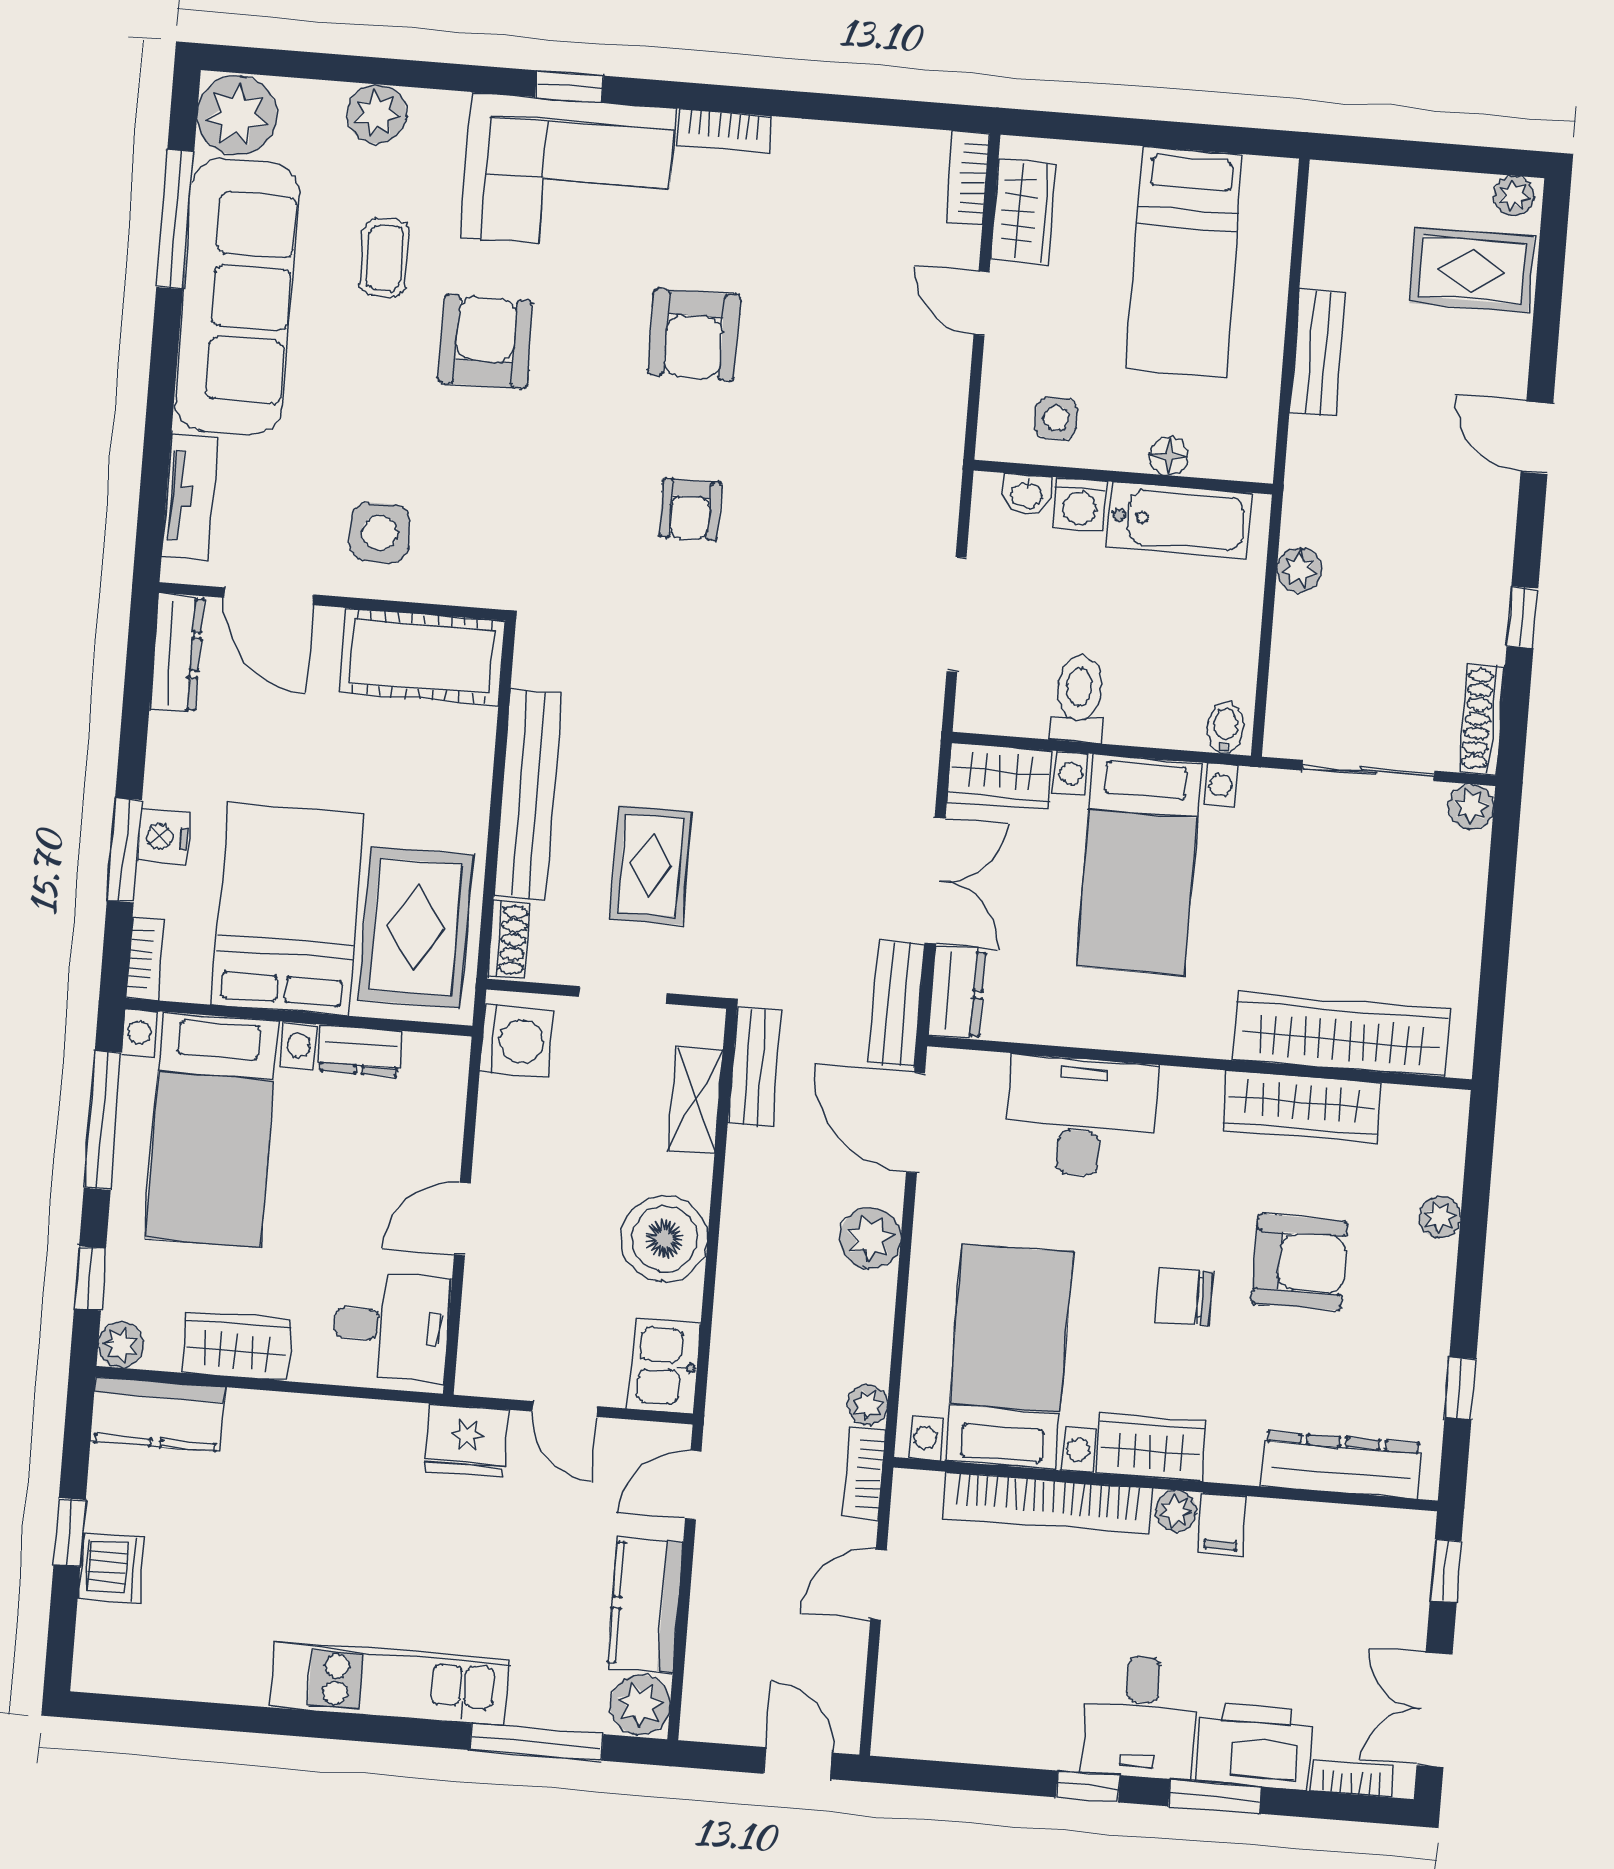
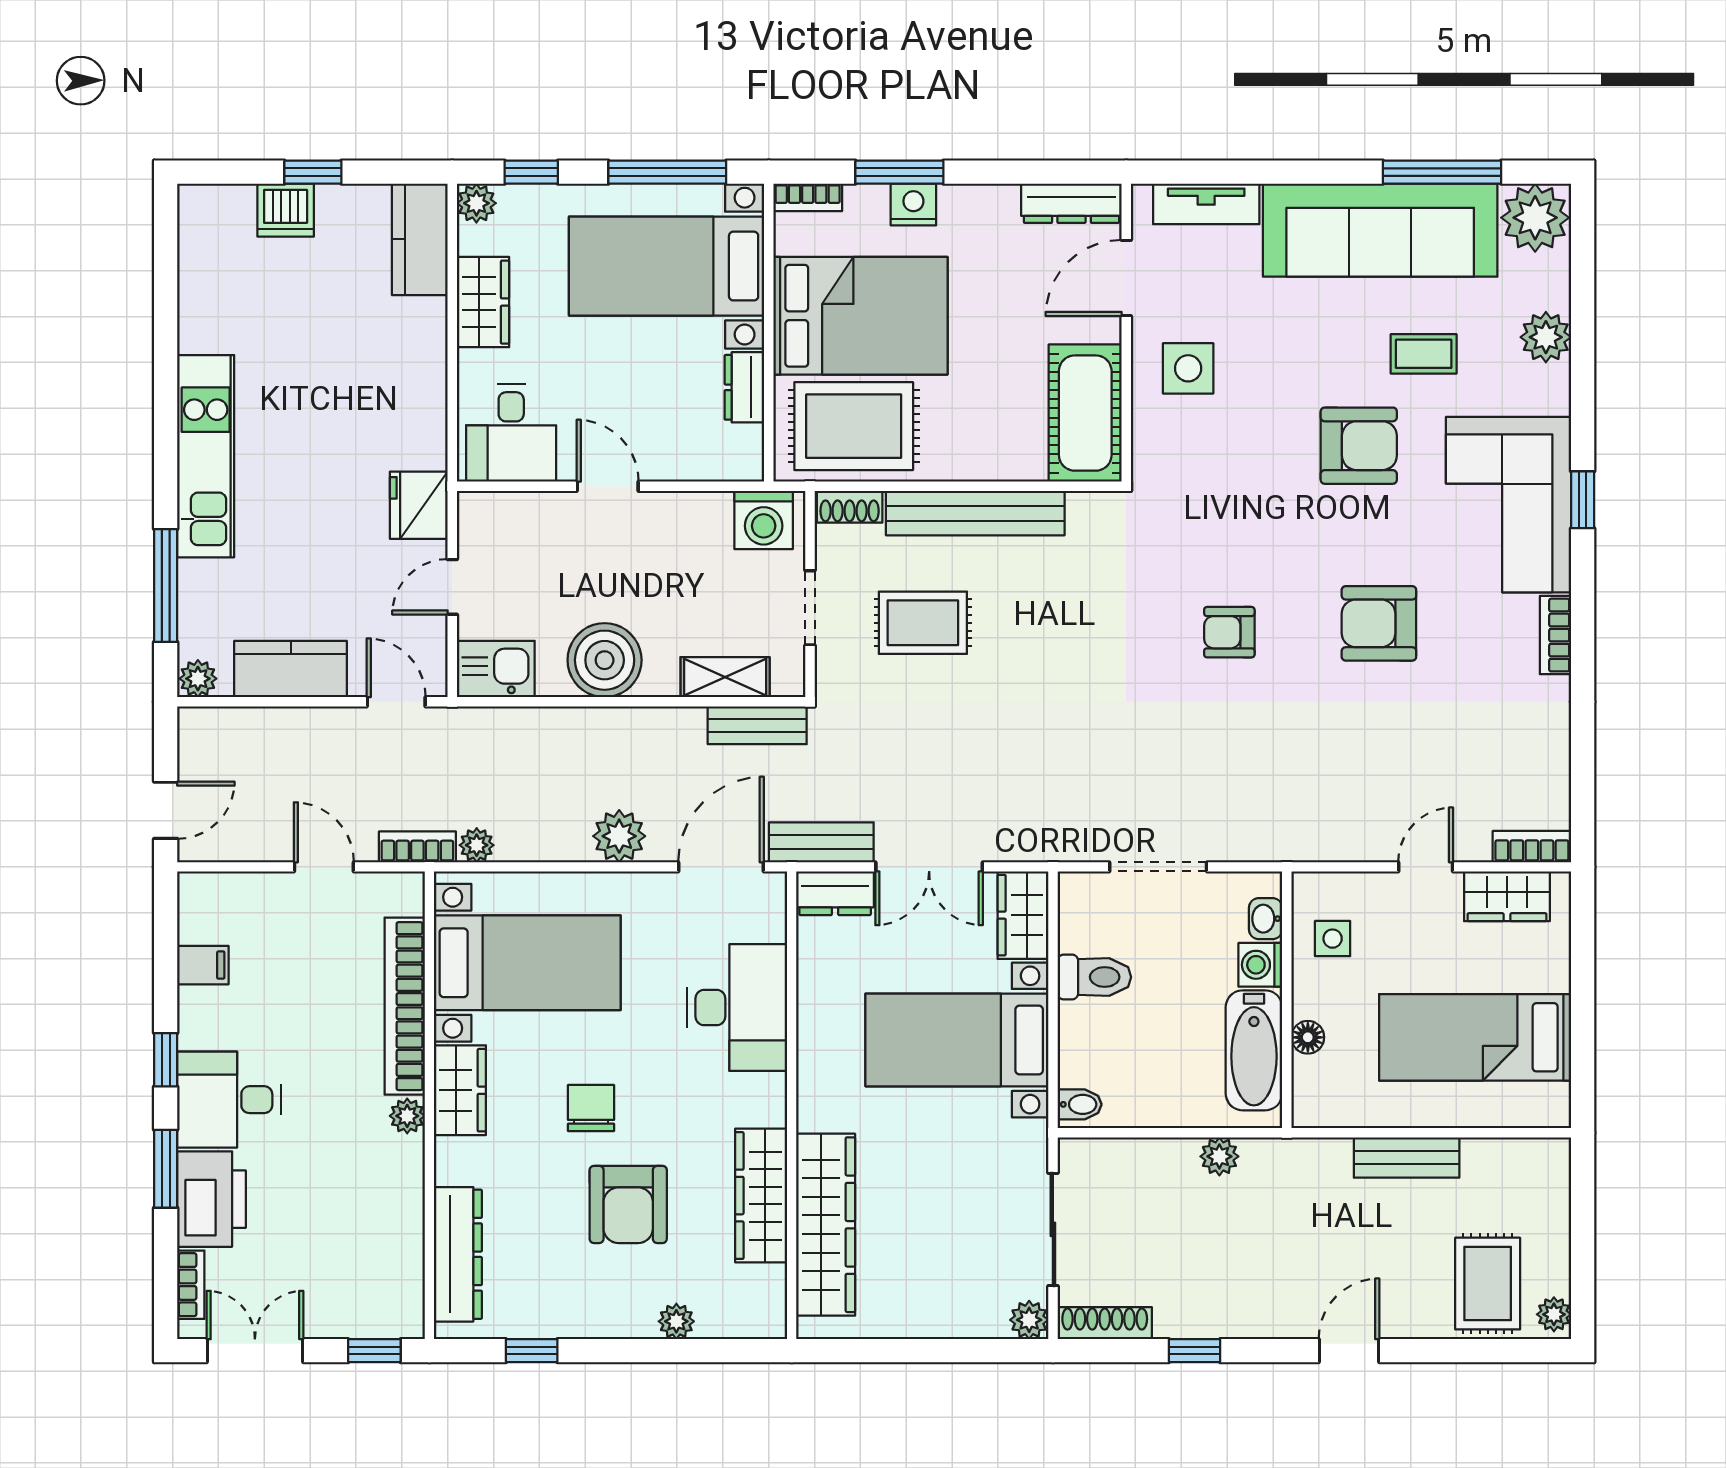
filing cabinet: (1222, 1524) -> (203, 965), moved, turned 180
plant: (640, 1705) -> (198, 679), width x0.73, depth x0.73

